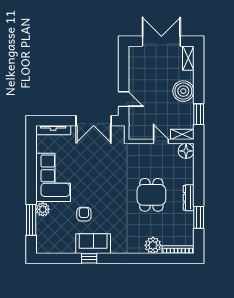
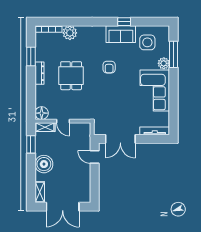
double door: (94, 121) -> (120, 139), swing flipped
armchair: (84, 214) -> (109, 67), moved
side table: (62, 234) -> (147, 42), added

